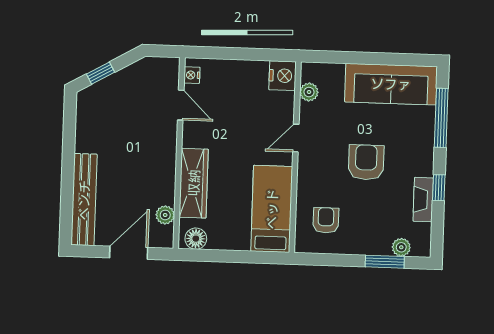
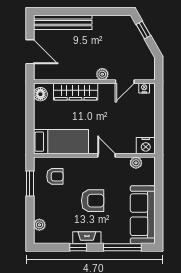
fireplace: (423, 200) -> (87, 238), moved
plant: (165, 215) -> (102, 74), moved
window: (385, 262) -> (30, 183), moved

